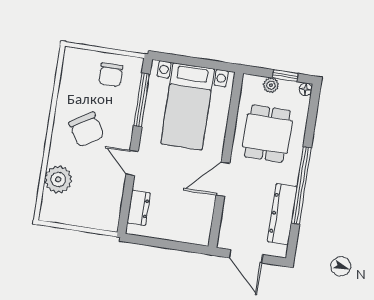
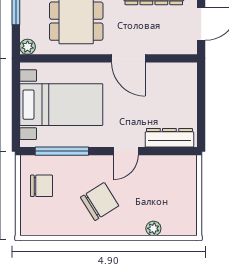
plant: (271, 85) -> (28, 47), moved
plant: (58, 179) -> (153, 228), width x0.53, depth x0.53
dresser: (139, 208) -> (169, 138), width x1.44

